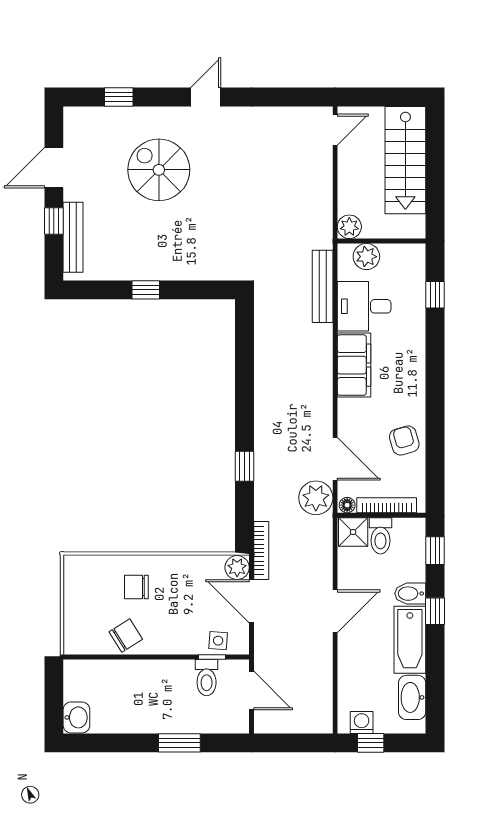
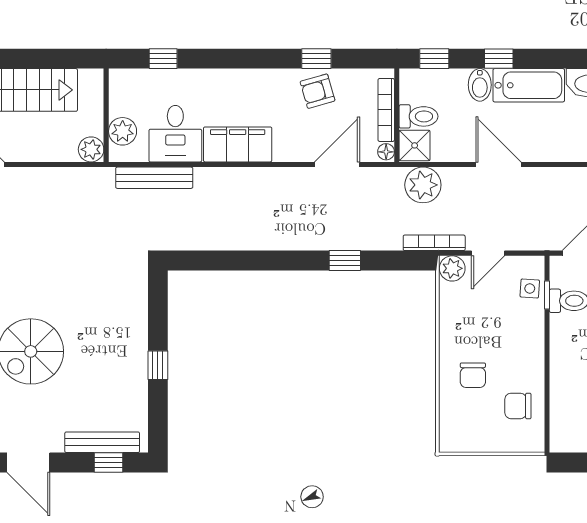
window: (54, 221) -> (109, 463), moved
window: (435, 439) -> (316, 59), added
plant: (316, 498) -> (423, 185), moved
door: (251, 601) -> (488, 253), width x0.73
chair: (126, 636) -> (518, 406), moved, turned -58

